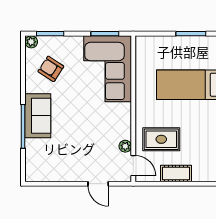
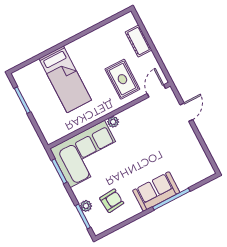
plant: (31, 42) -> (86, 206), moved
armchair: (51, 69) -> (112, 201), turned -128
plant: (125, 146) -> (113, 122), moved
cot: (176, 173) -> (139, 41), moved

